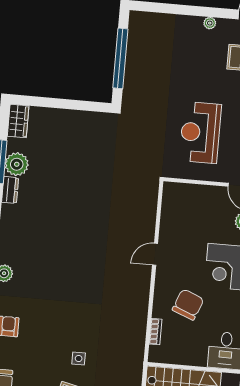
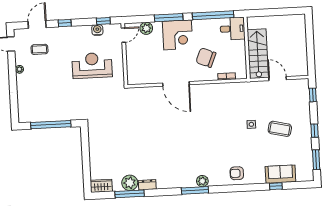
reception desk: (200, 133) -> (92, 65), turned 180
door: (155, 254) -> (176, 84), width x1.87

